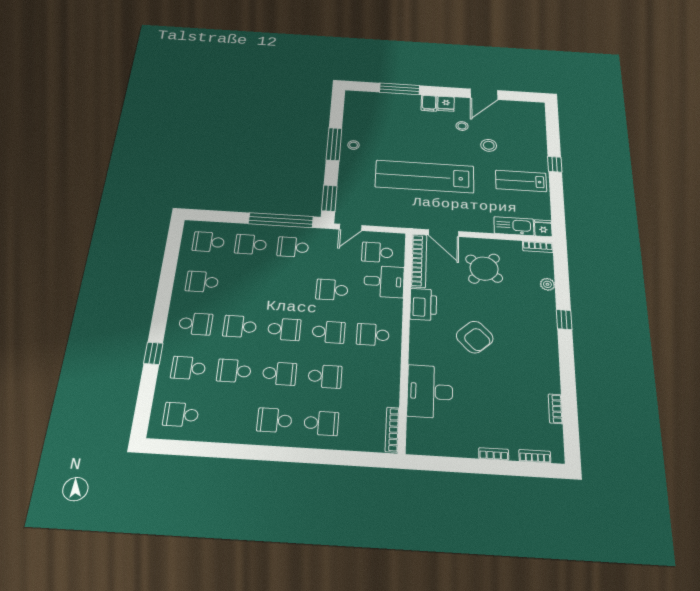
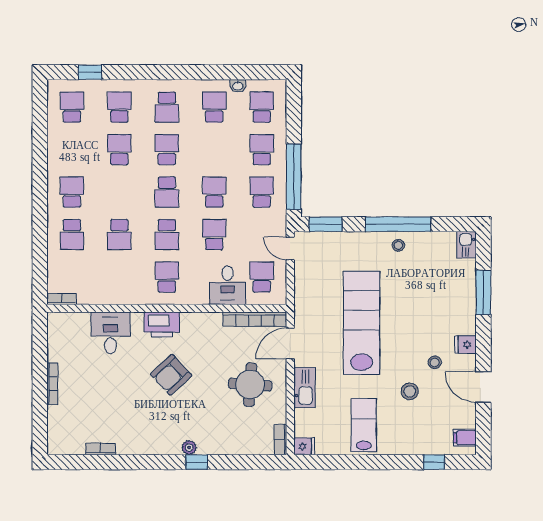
kitchen sink: (357, 98) -> (467, 245), added
filing cabinet: (429, 103) -> (465, 438), moved
window: (334, 144) -> (398, 224), width x1.46
window: (555, 164) -> (434, 462), moved
kitchen sink: (514, 226) -> (304, 388), moved
washbasin: (184, 260) -> (238, 86), added
round table: (484, 269) -> (250, 385), turned -34
plant: (547, 284) -> (189, 448), moved
printer: (423, 304) -> (162, 325), moved
window: (153, 353) -> (90, 72), moved
school desk: (279, 374) -> (214, 192), moved, turned 180
desk: (430, 391) -> (110, 333), width x0.73
bookcase: (392, 430) -> (62, 299), width x0.64
bookcase: (494, 454) -> (52, 384), width x1.56
bookcase: (535, 456) -> (53, 428), removed

